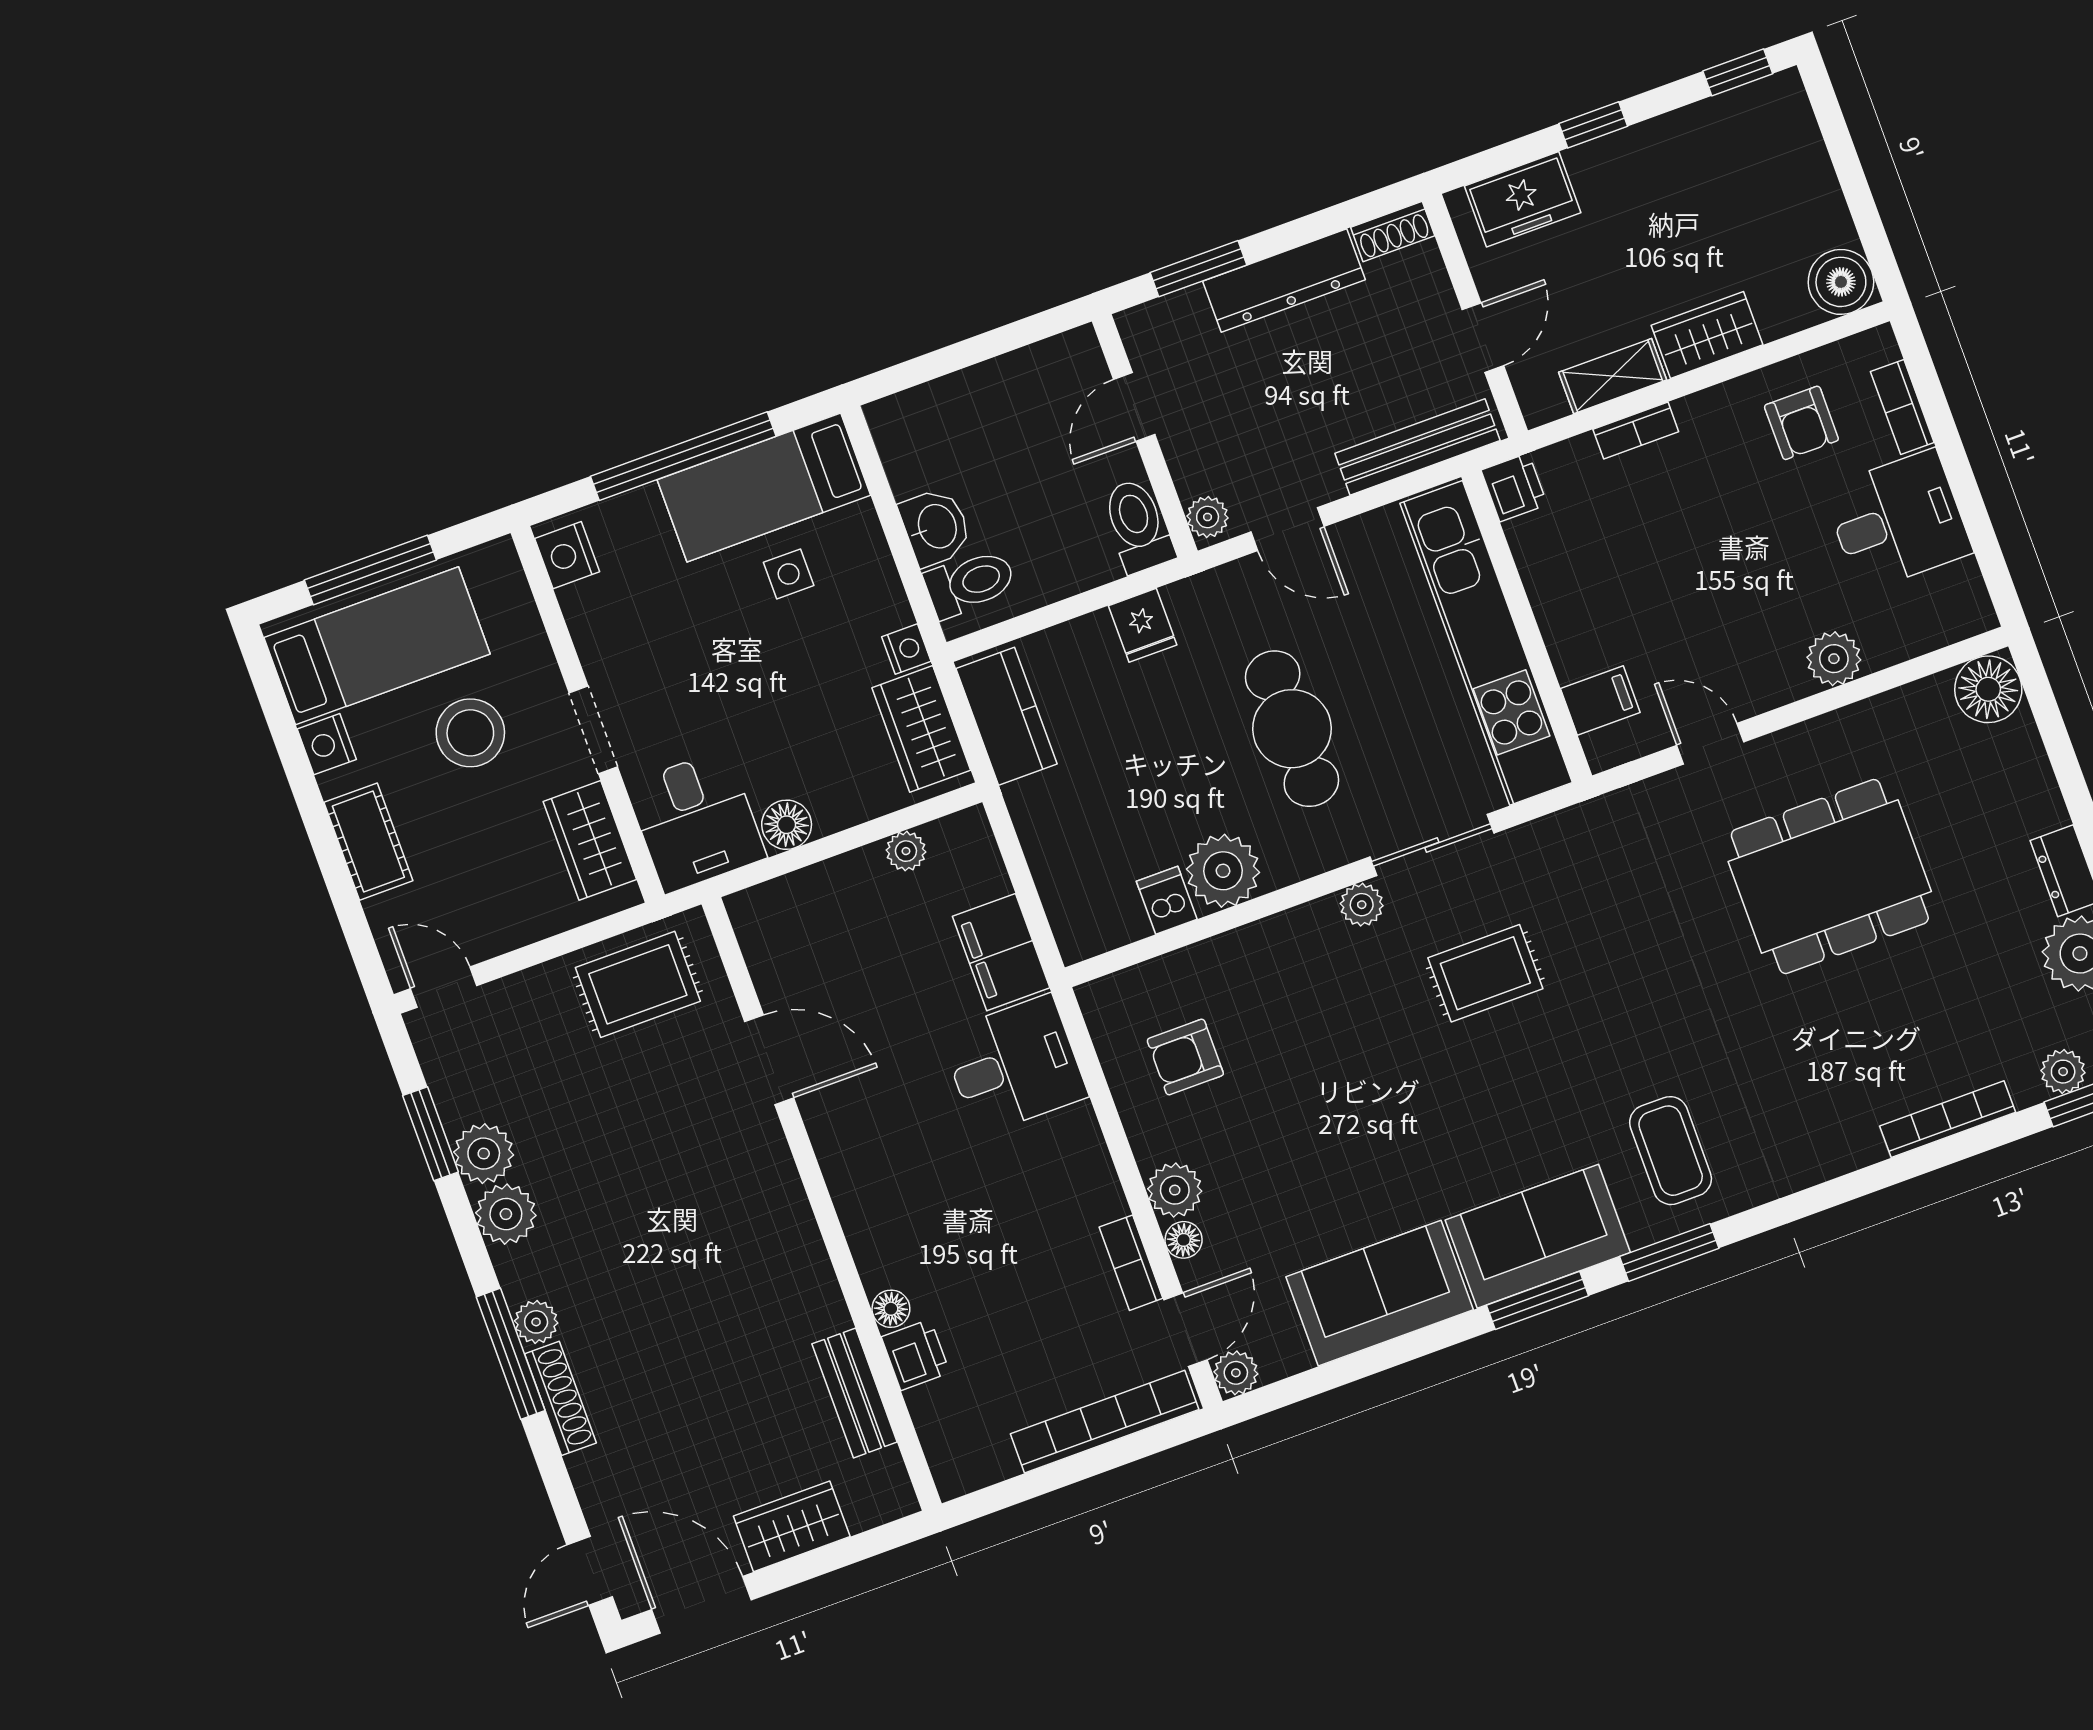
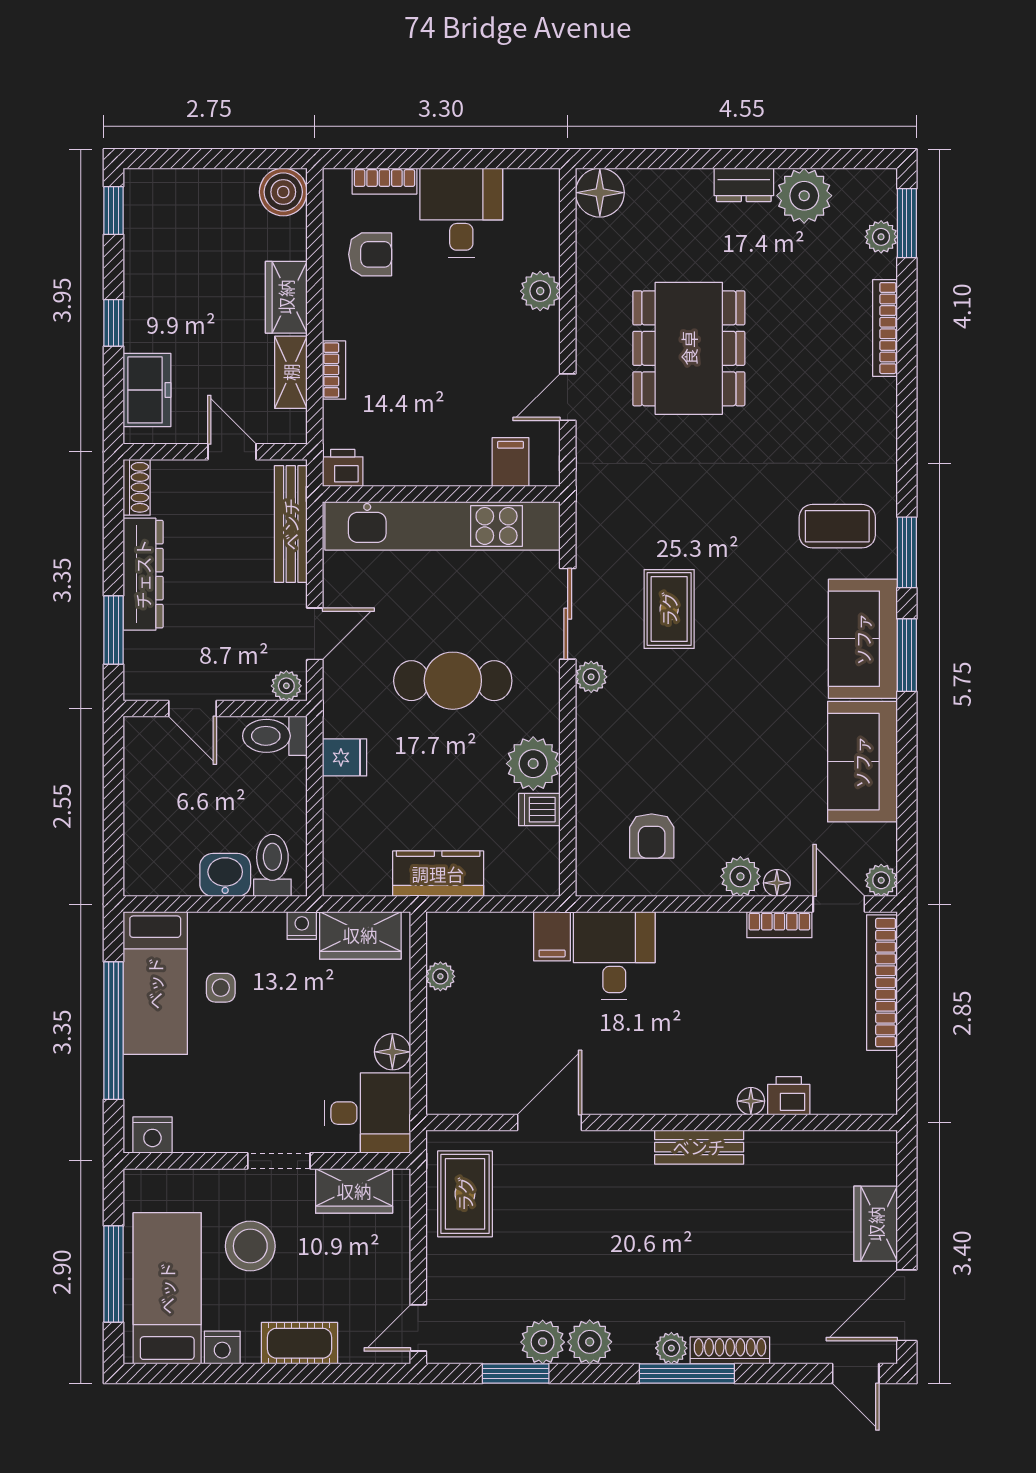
kitchen counter: (1007, 716) -> (438, 874), moved
filing cabinet: (1001, 952) -> (552, 936), width x0.50
bench: (855, 1393) -> (699, 1147), moved

